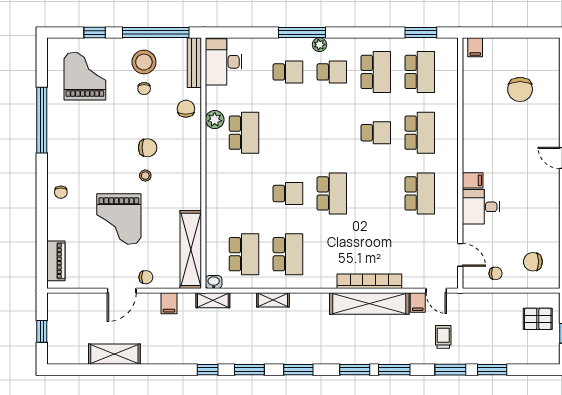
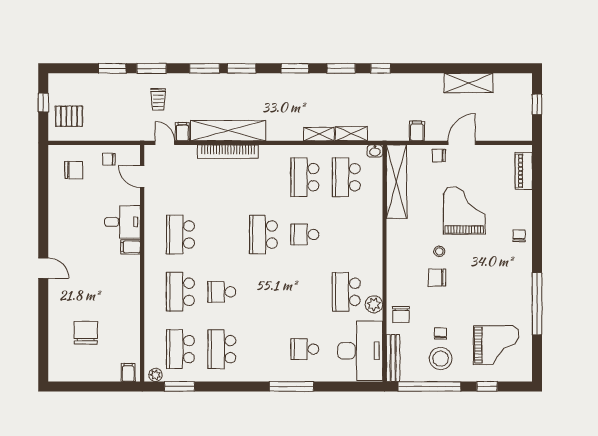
plant: (319, 45) -> (156, 375), moved
desk: (224, 62) -> (360, 351), width x1.36, depth x1.30
school desk: (332, 72) -> (263, 349), removed
grand piano: (85, 76) -> (496, 345), turned -90
shelving: (213, 300) -> (351, 134), moved

